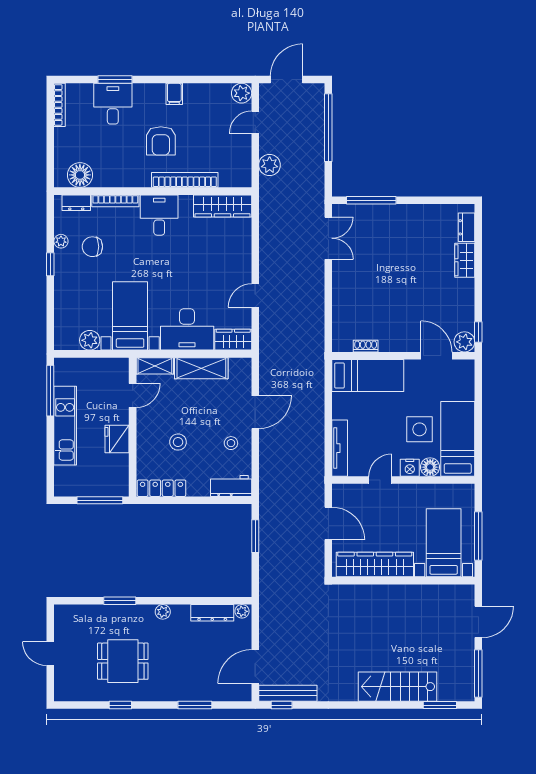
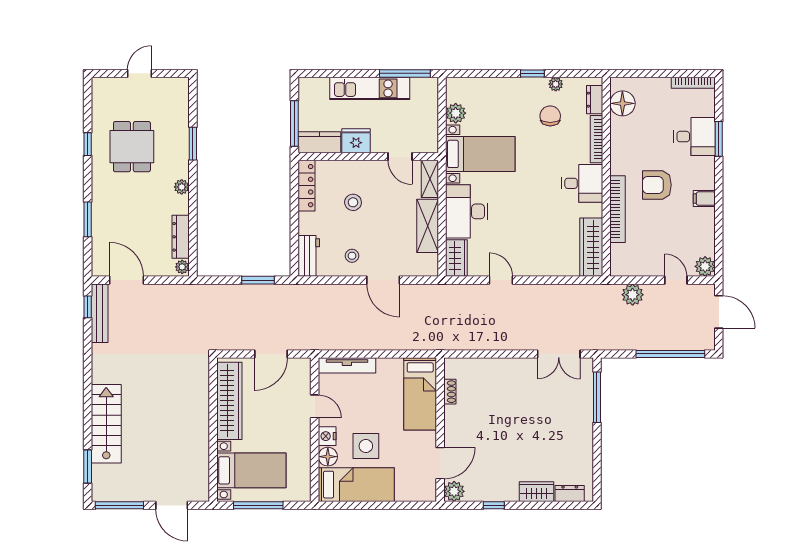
window: (478, 332) -> (494, 505), moved
kitchen counter: (118, 475) -> (319, 142), added

